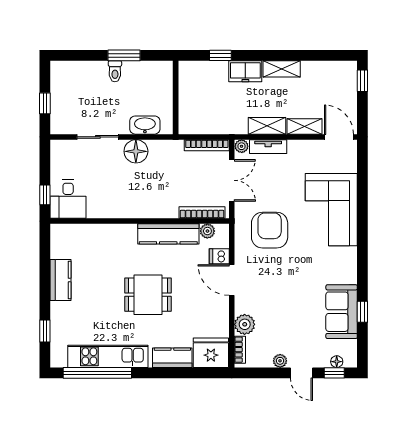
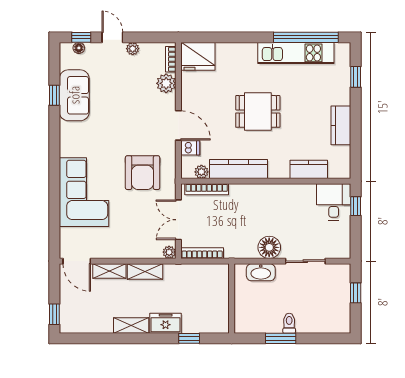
tv unit: (268, 147) -> (144, 252), removed
kitchen counter: (172, 358) -> (309, 169), moved, turned 180

